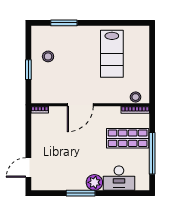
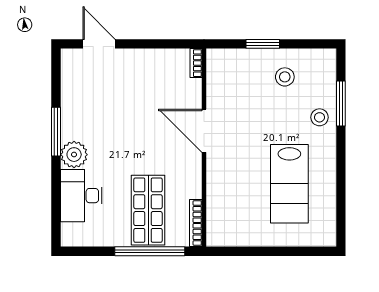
lab bench: (112, 54) -> (289, 184), turned -90
stool: (136, 97) -> (319, 117), moved
window: (152, 153) -> (150, 251), moved

